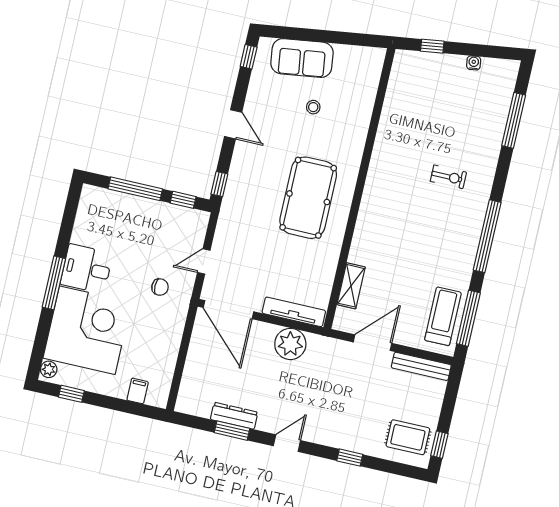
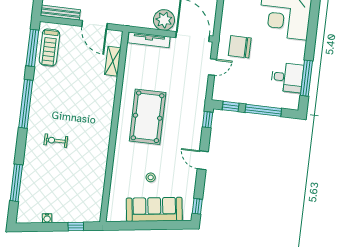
sofa: (302, 58) -> (154, 209), width x1.36
desk: (87, 269) -> (287, 77), moved
window: (54, 283) -> (306, 78), moved
chair: (160, 287) -> (240, 47), width x1.87, depth x1.87
door: (372, 343) -> (94, 25), hinge flipped
plant: (290, 344) -> (164, 20), moved

